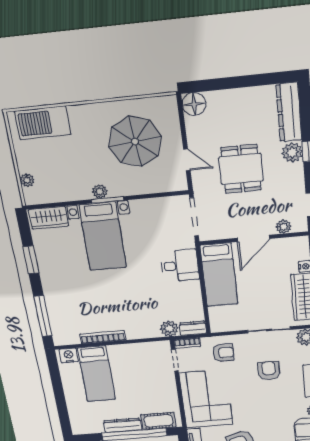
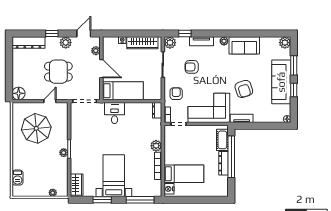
barbecue: (43, 123) -> (18, 178), width x0.53, depth x0.65
plant: (292, 152) -> (66, 43), moved
bed with nightstands: (103, 236) -> (114, 176), moved, turned -90
plant: (169, 329) -> (156, 146), moved

